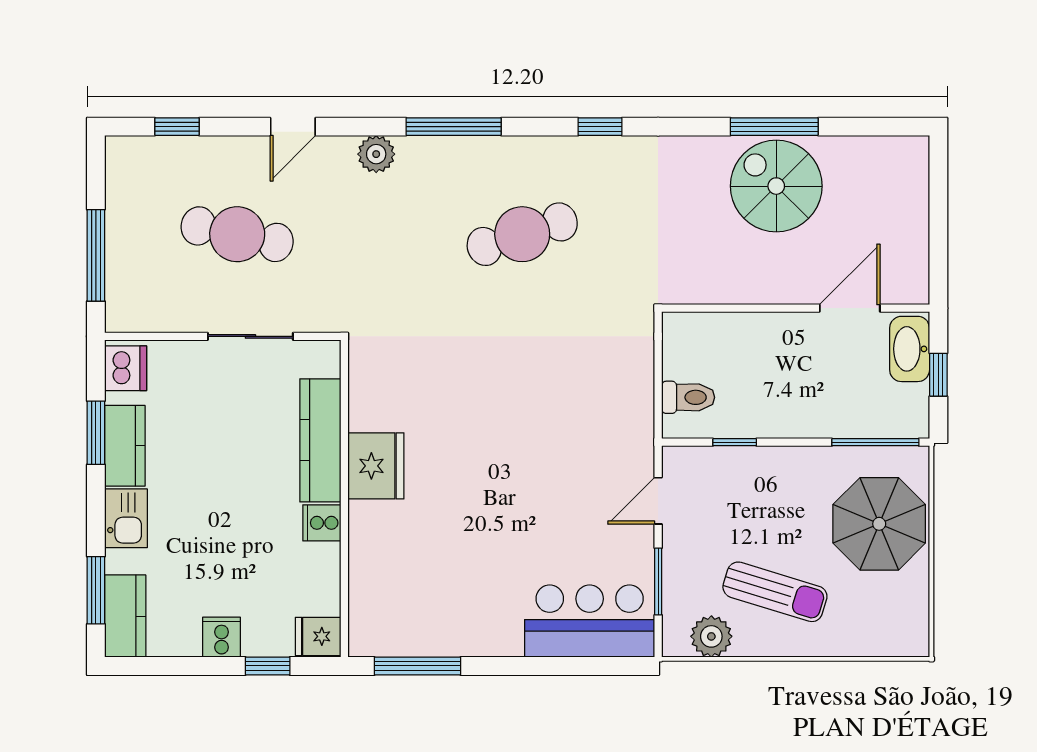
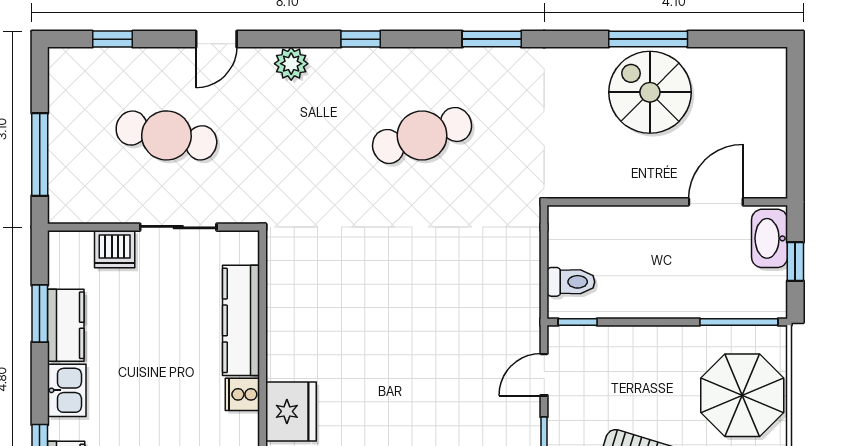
window: (454, 127) -> (361, 39), width x0.46
window: (600, 127) -> (492, 39), width x1.50
dishwasher: (126, 368) -> (115, 249), moved, turned 90
window: (735, 442) -> (578, 322), moved
fridge: (376, 466) -> (291, 411), moved

